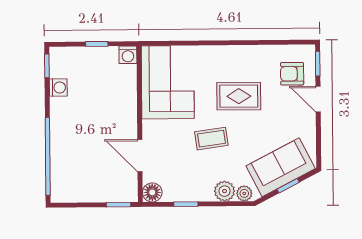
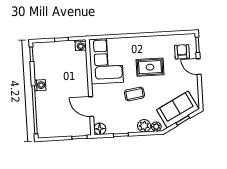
armchair: (292, 74) -> (182, 52), turned 90
washing machine: (58, 87) -> (40, 85), moved

